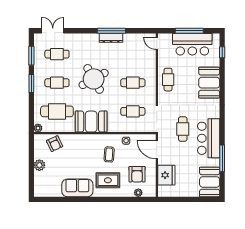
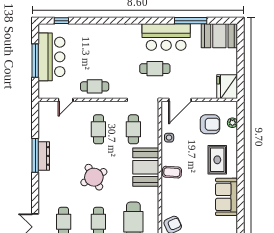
door: (157, 43) -> (66, 100), moved
round table: (94, 79) -> (94, 177), width x0.73, depth x0.73
booth: (209, 83) -> (98, 36), removed
booth: (91, 122) -> (146, 167), moved
coffee table: (109, 154) -> (172, 172), moved
fridge: (166, 175) -> (227, 87), moved, turned -90

